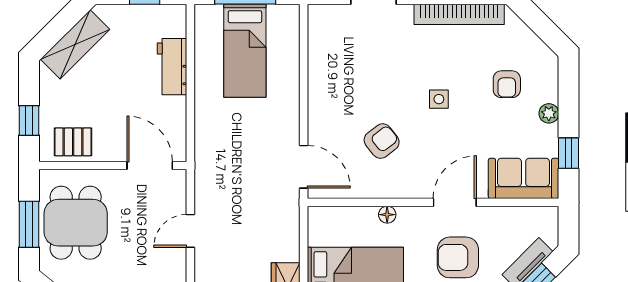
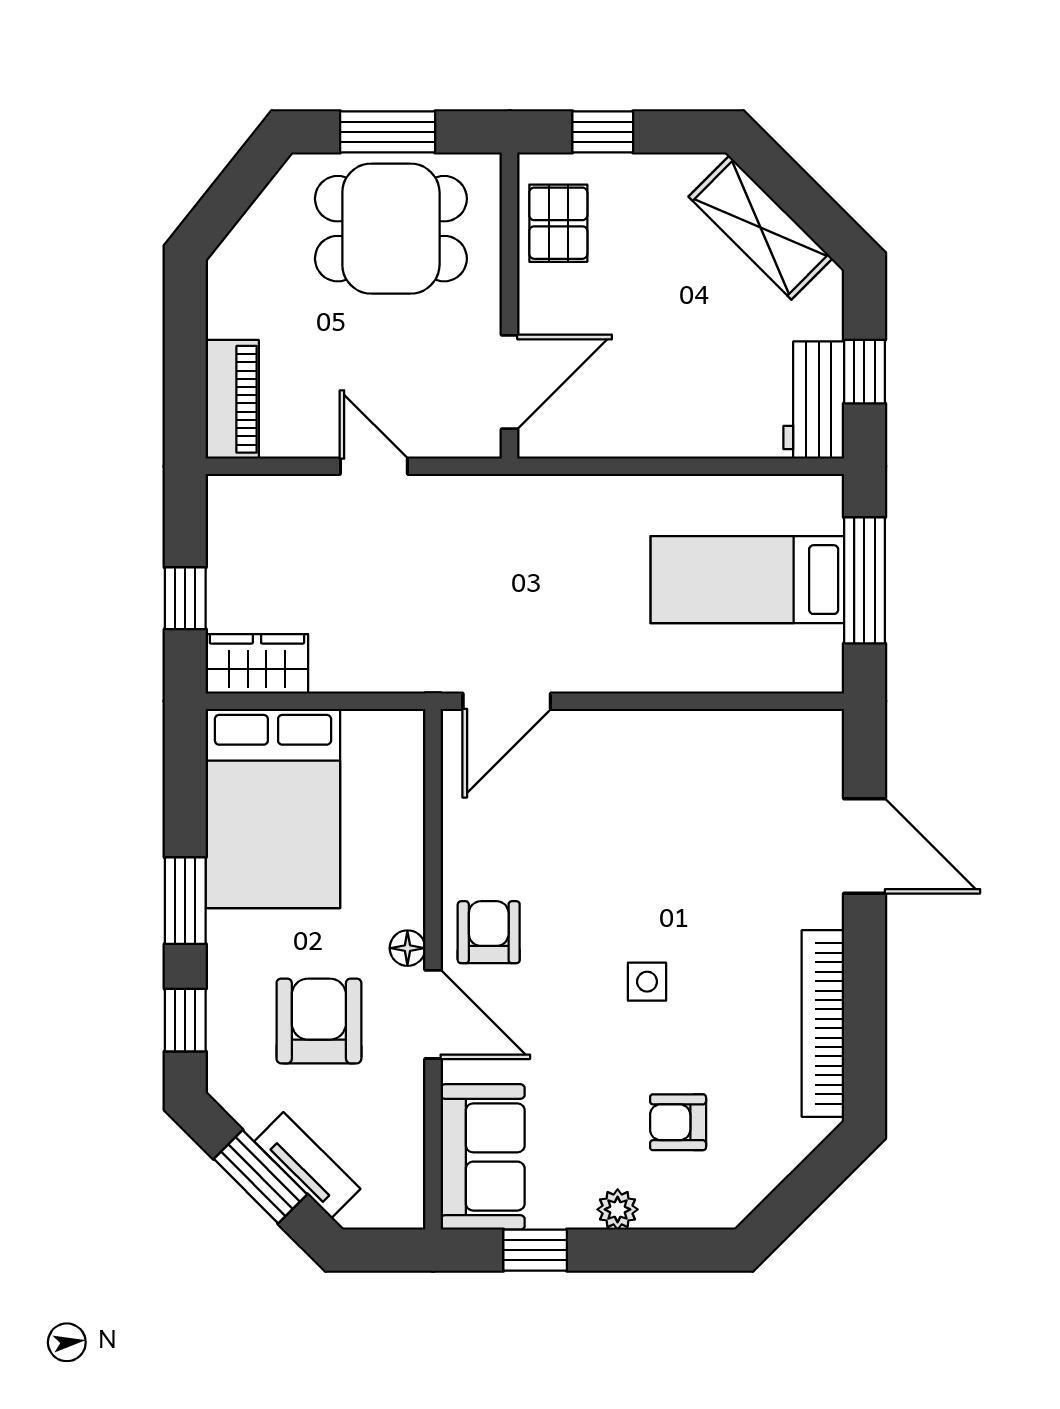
workbench: (172, 67) -> (814, 400), moved, turned -90
armchair: (382, 141) -> (489, 932), moved, turned -142
floor lamp: (387, 215) -> (407, 948), moved

